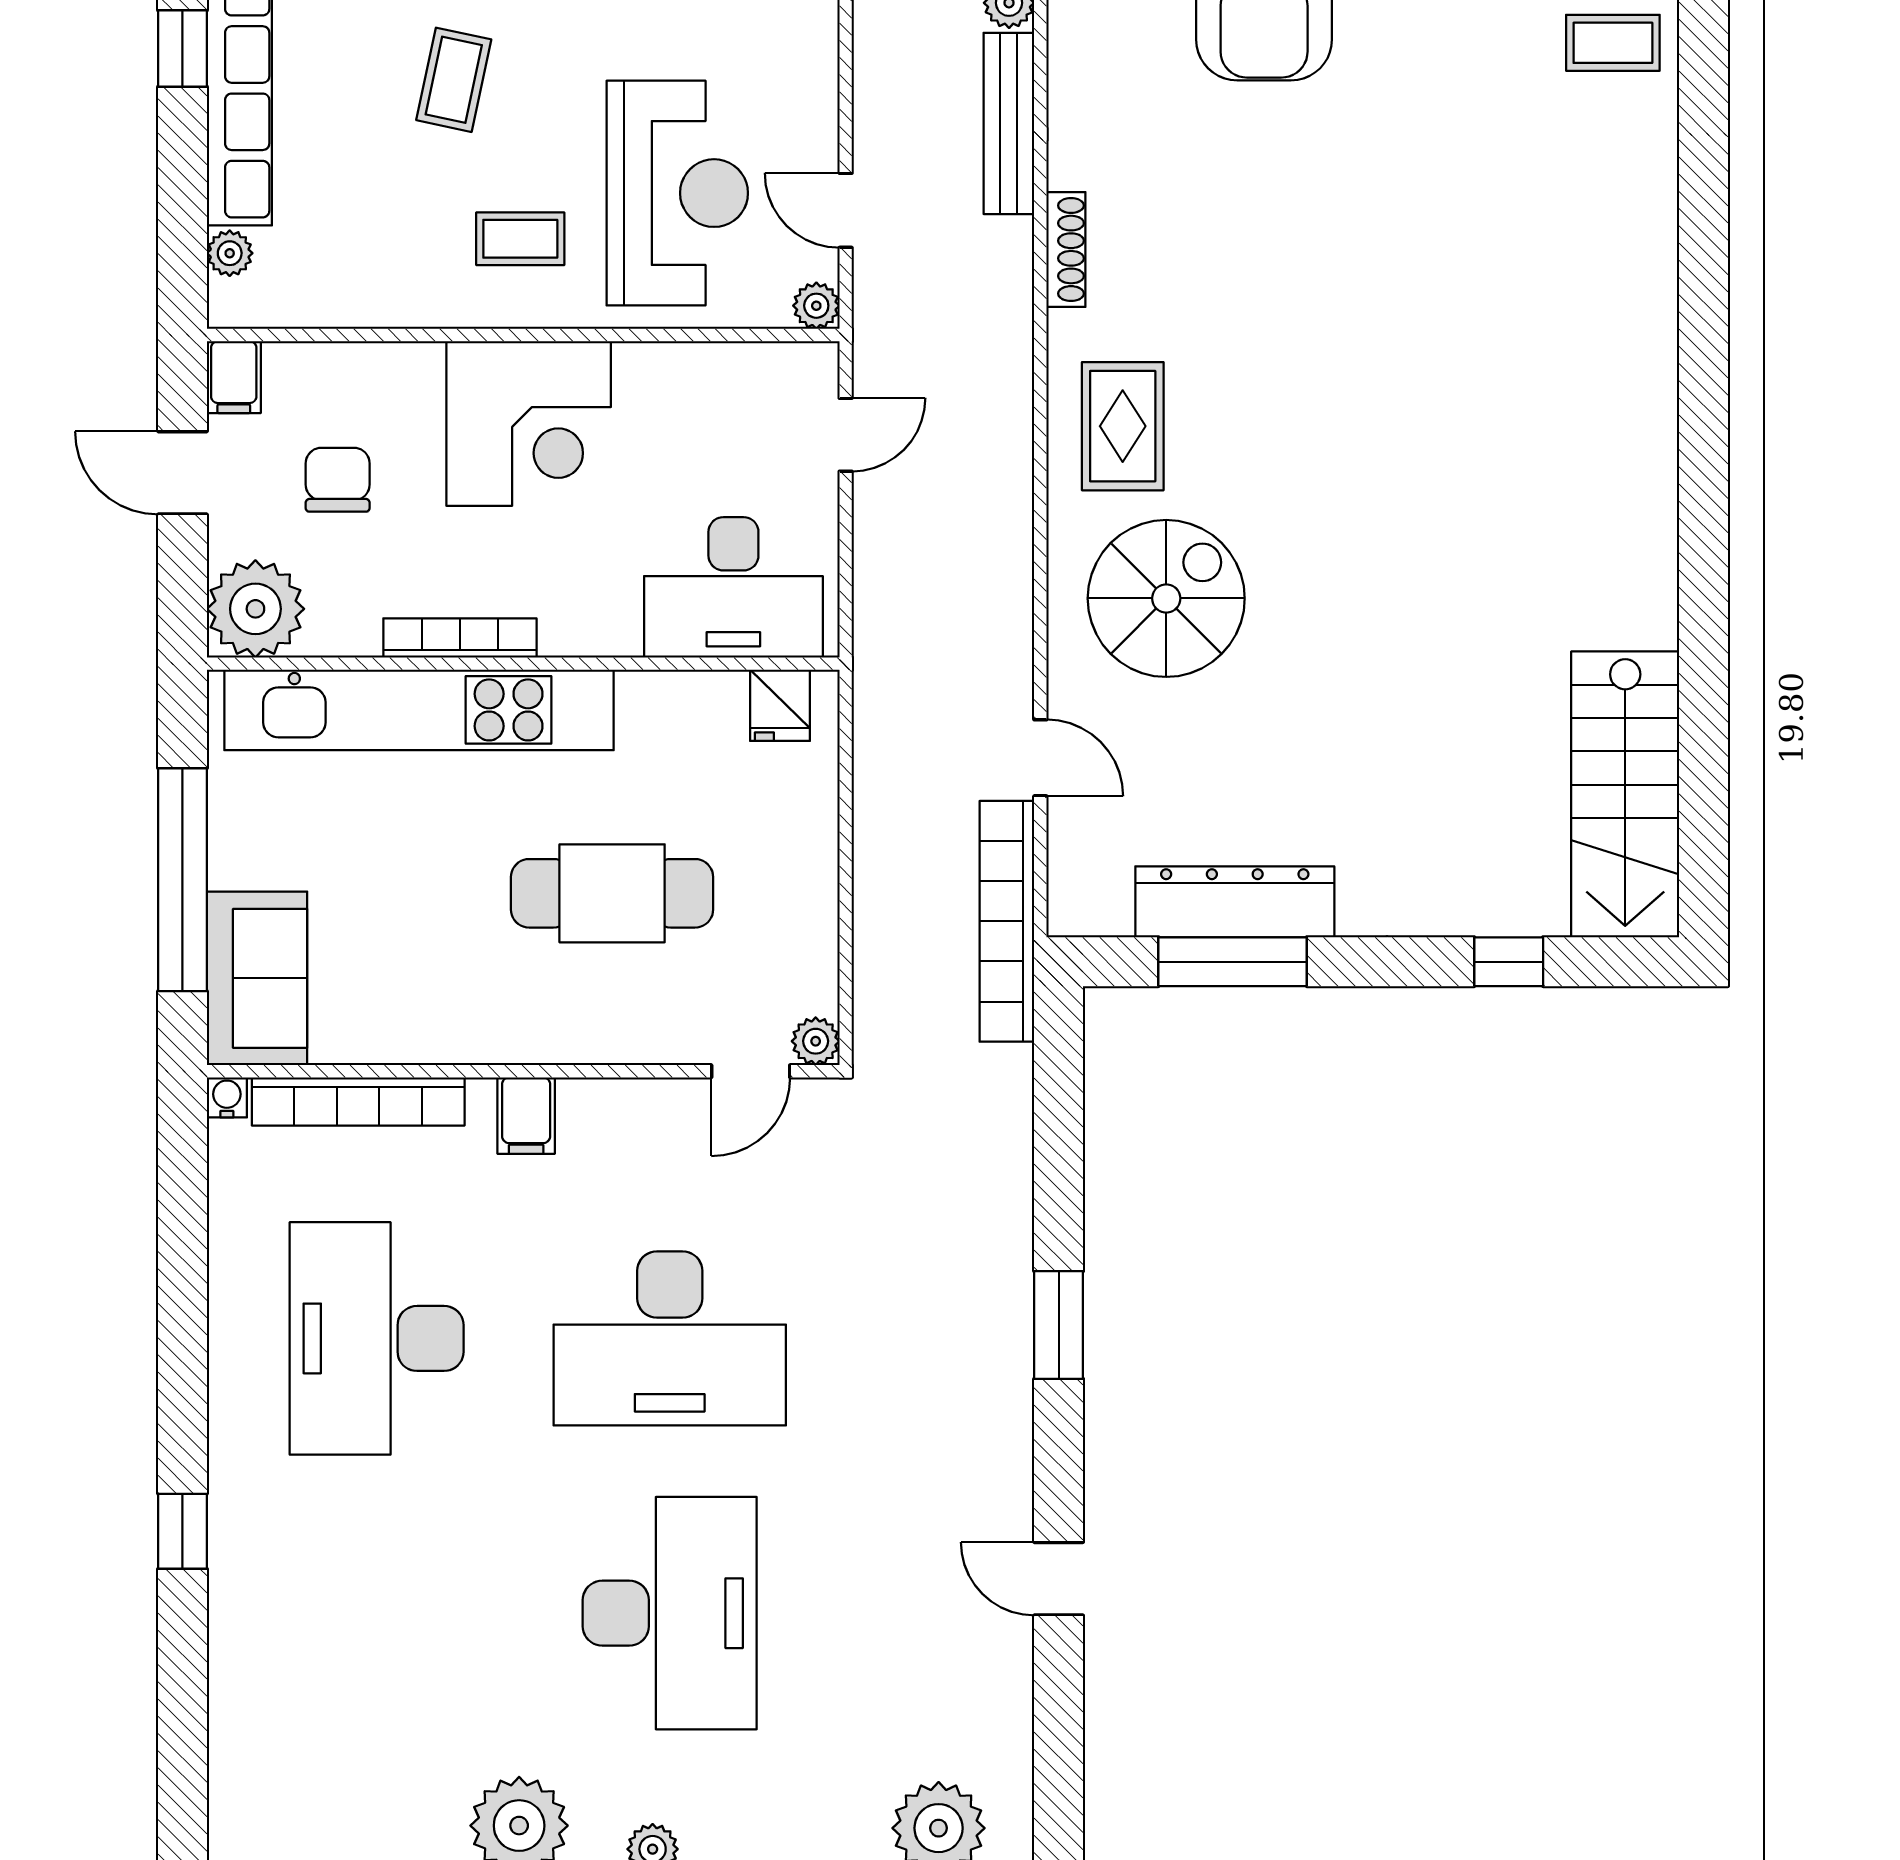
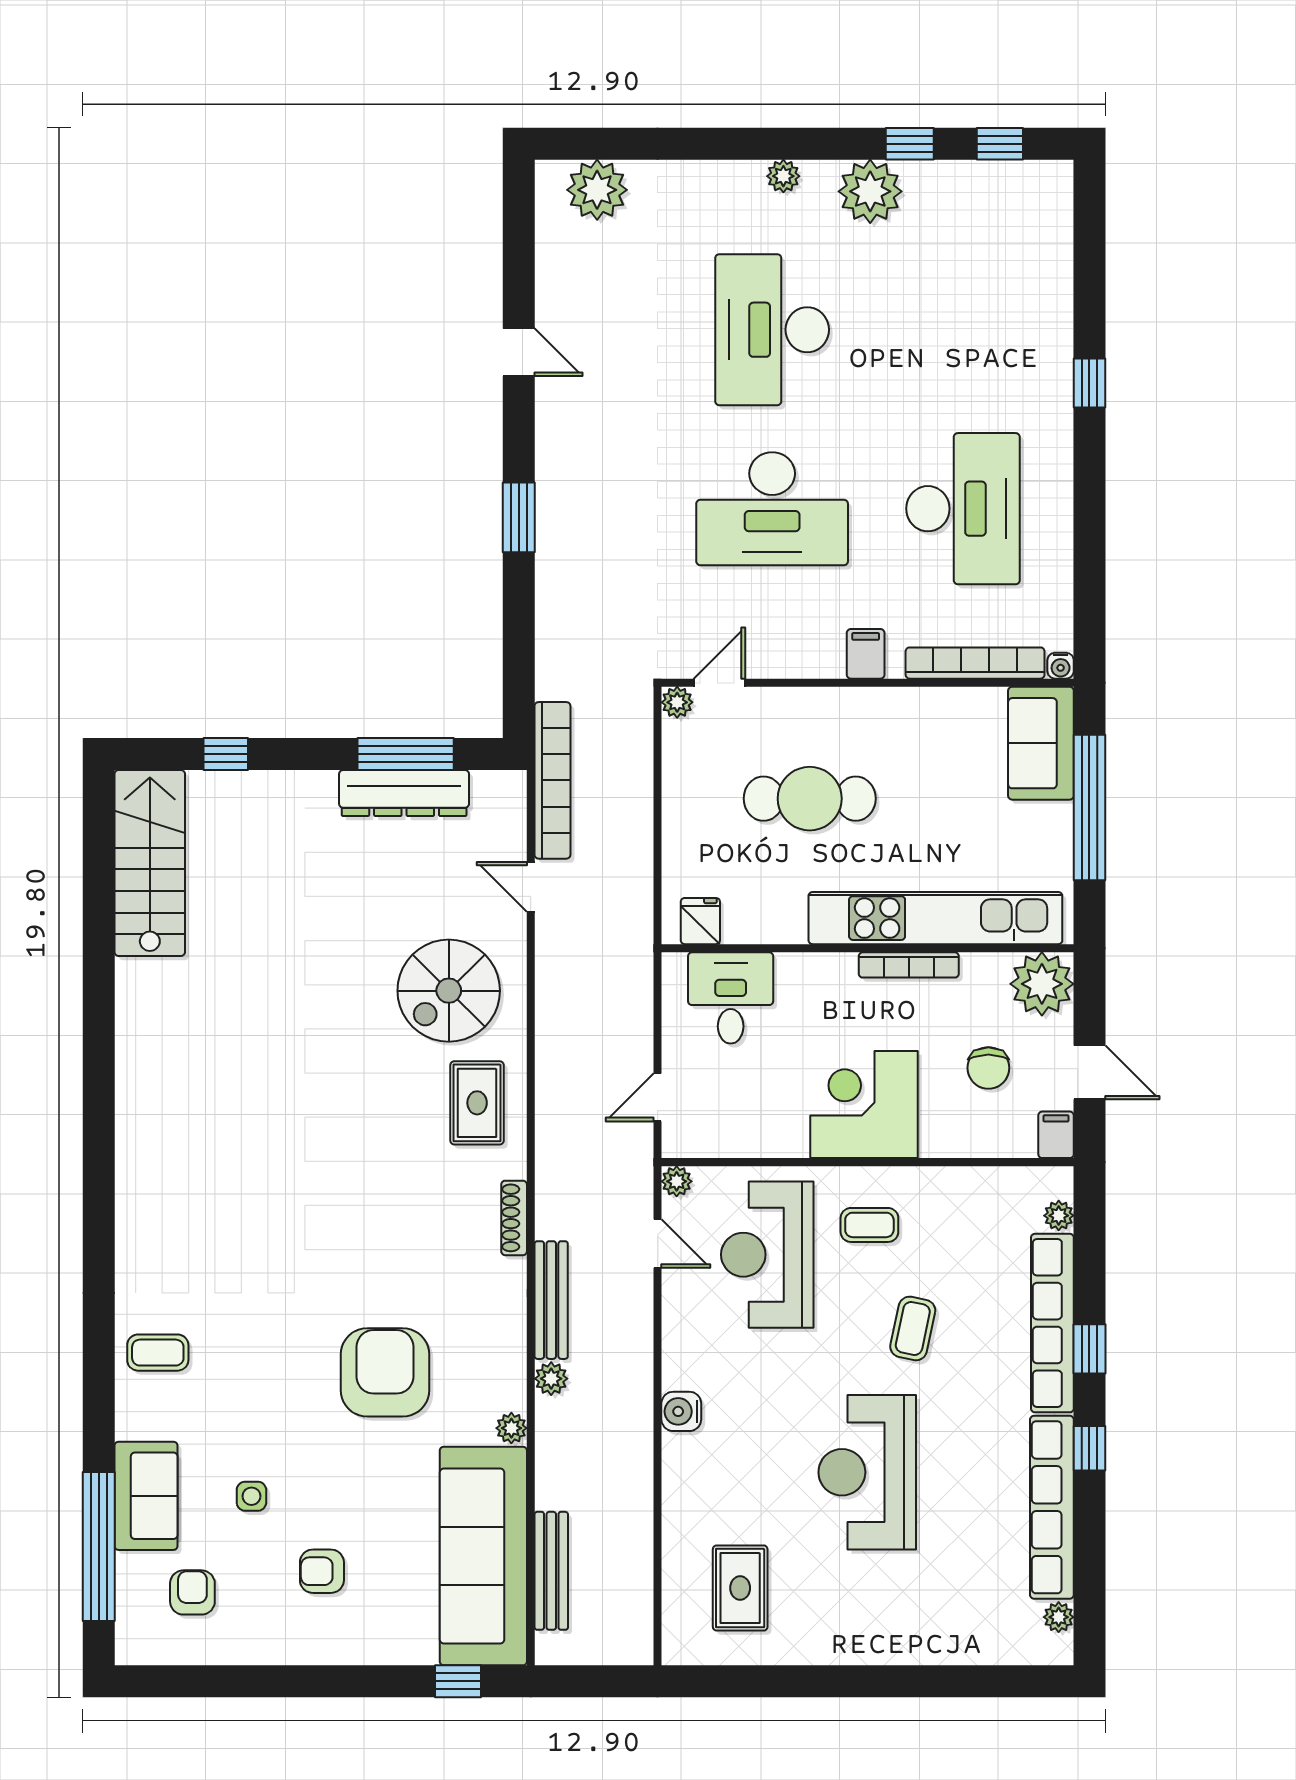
desk: (733, 587) -> (731, 998), width x0.73
desk: (670, 1338) -> (772, 509), turned 180

